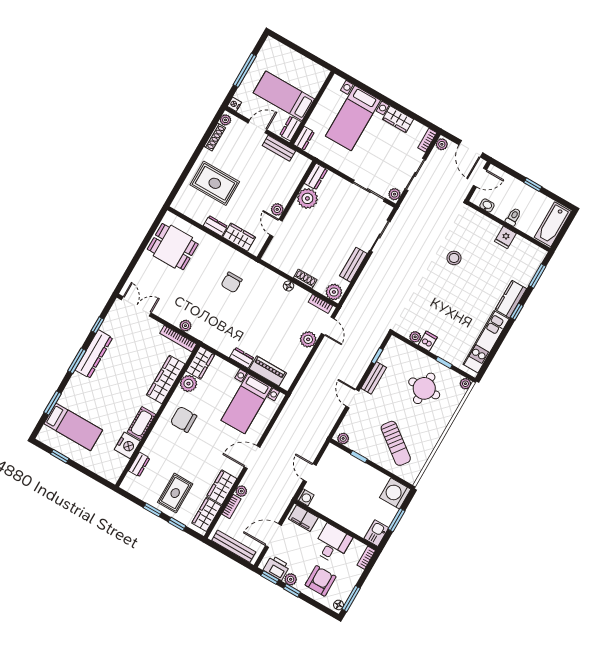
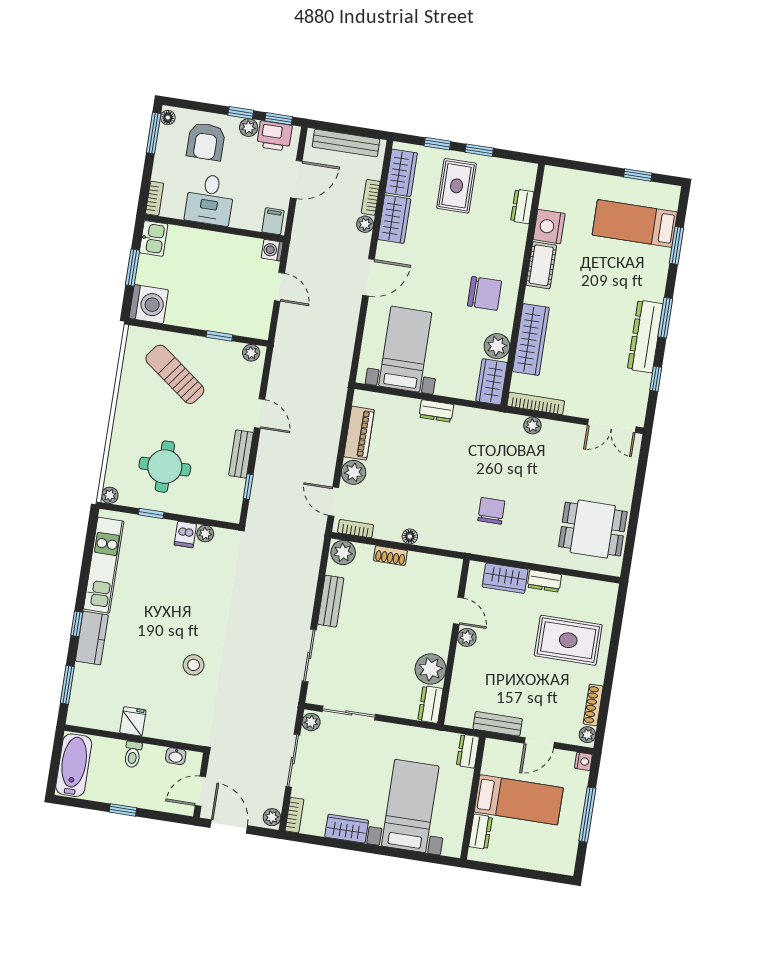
dresser: (290, 128) -> (480, 832), moved
piano: (268, 371) -> (359, 433), moved, turned -90
filing cabinet: (303, 518) -> (273, 221), width x0.50

